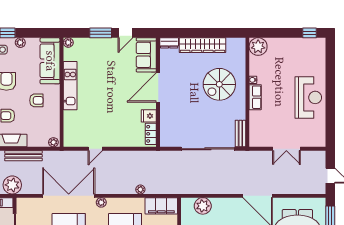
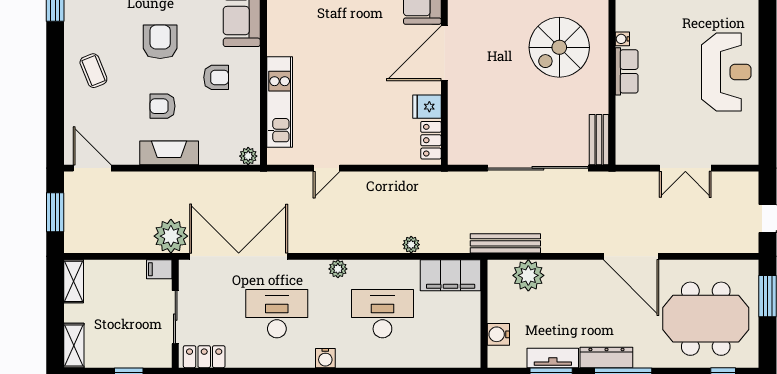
kitchen unit: (70, 86) -> (280, 102), moved
bench: (23, 156) -> (505, 243), moved
double door: (69, 196) -> (239, 256), moved

